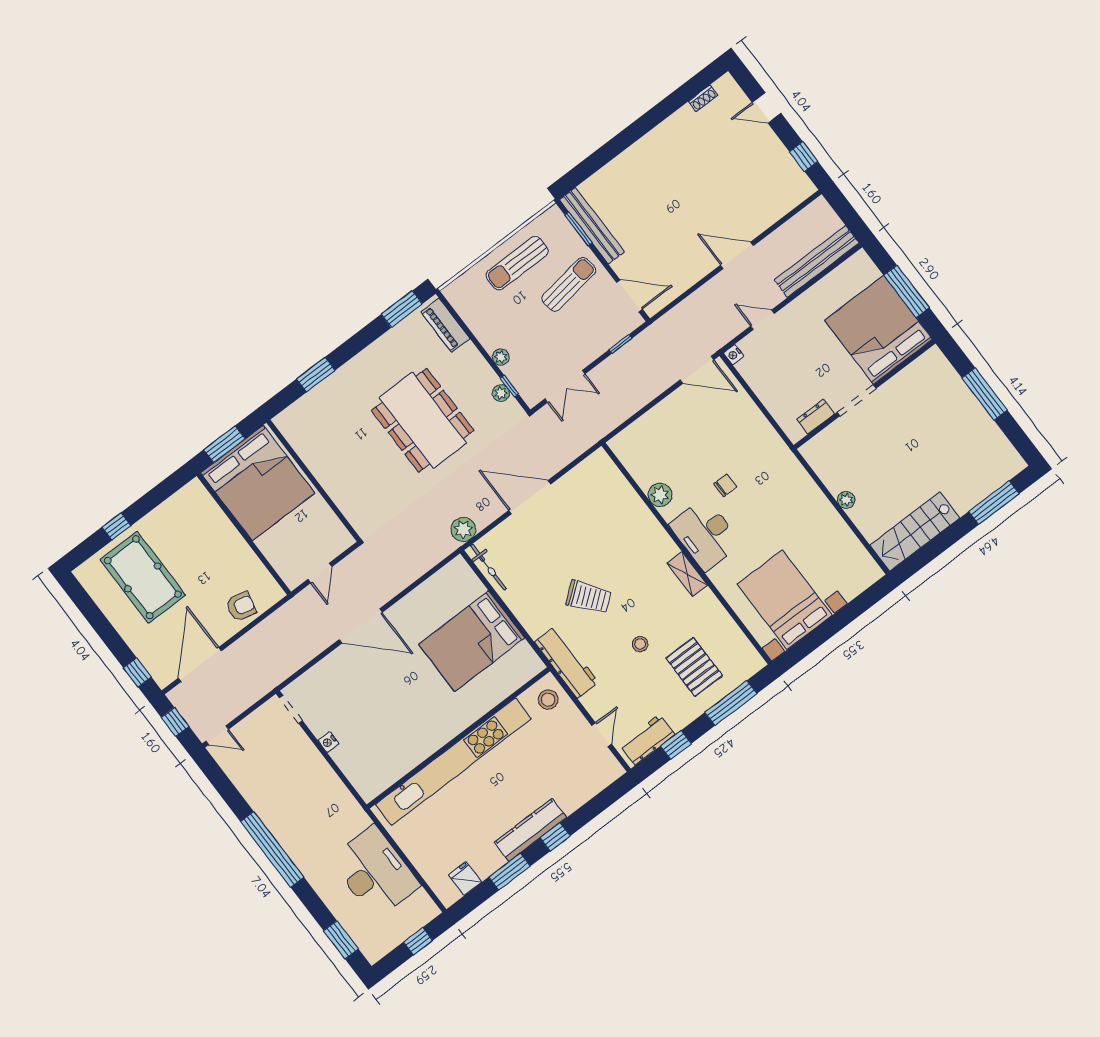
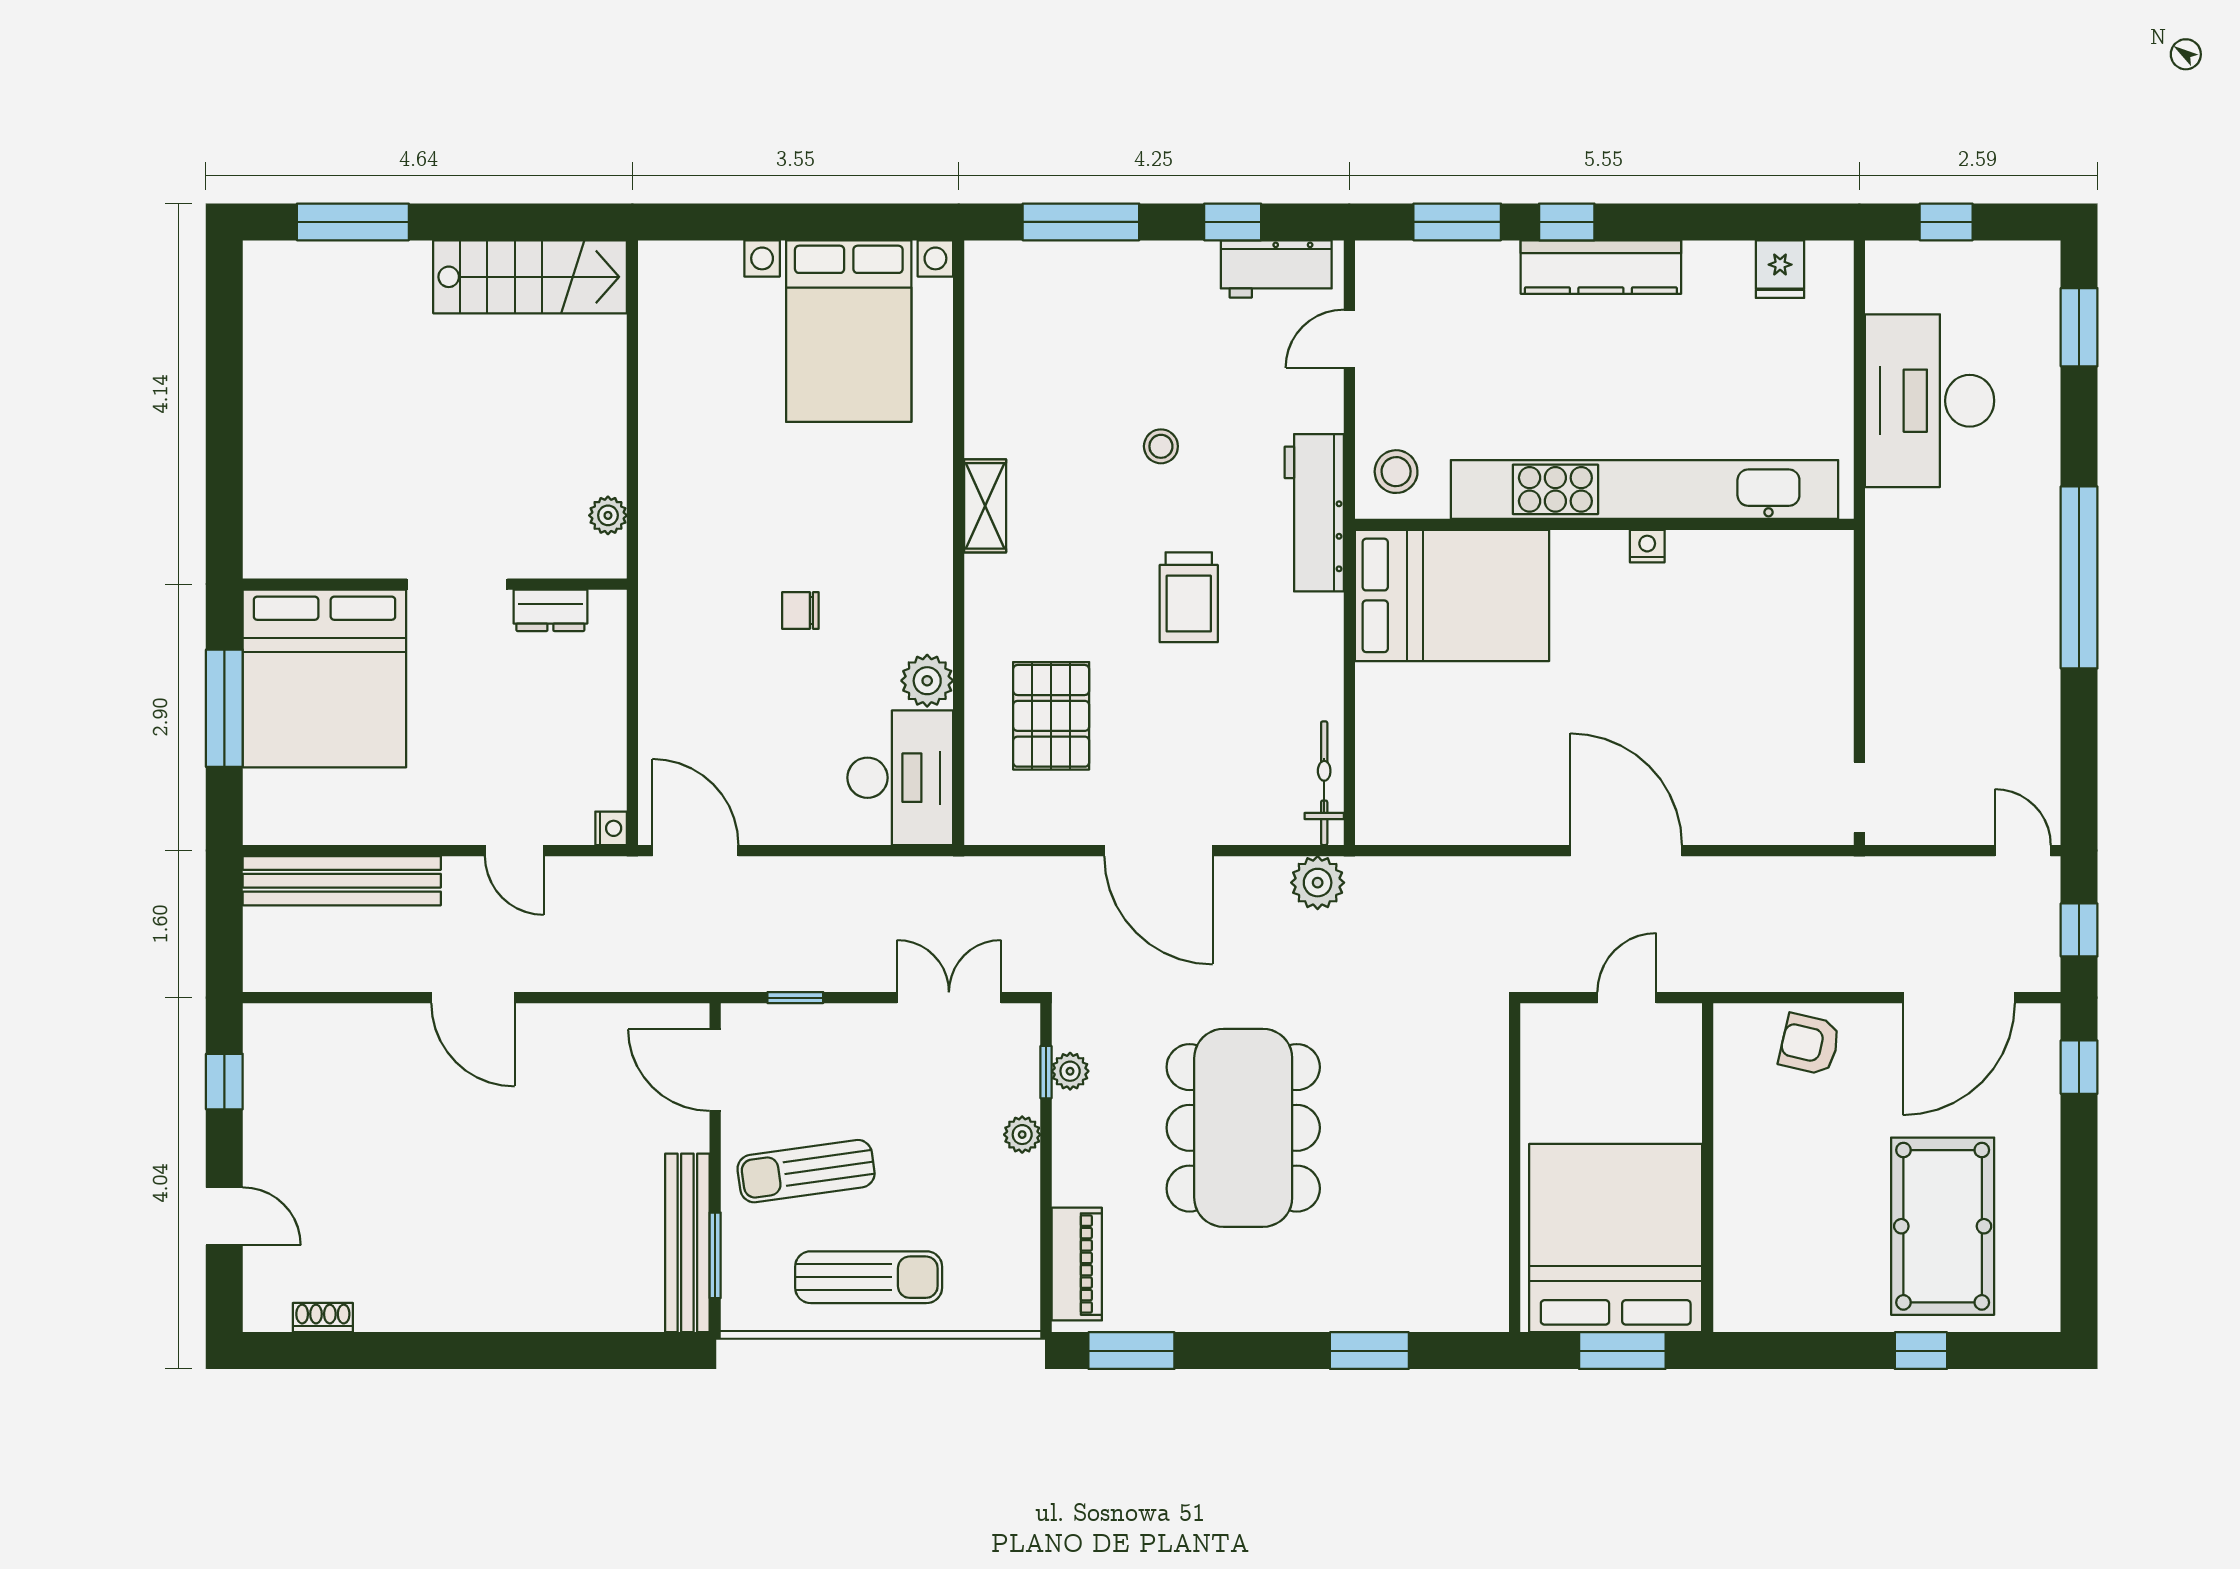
window: (985, 394) -> (224, 425), removed
plant: (846, 500) -> (608, 515), moved
desk: (705, 534) -> (900, 778), moved
trolley: (588, 597) -> (1189, 597), turned -142
bed: (472, 641) -> (1452, 595), moved
pallet: (694, 667) -> (1051, 716), moved
nightstand: (328, 742) -> (1647, 546), moved, turned -90
window: (510, 872) -> (1457, 222), moved

